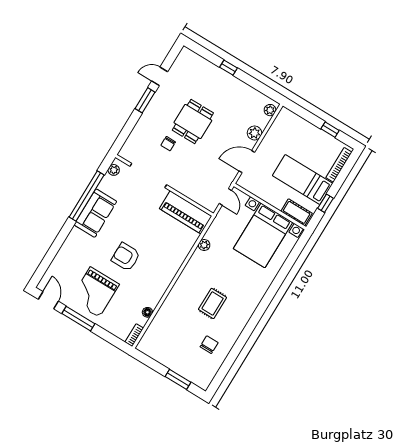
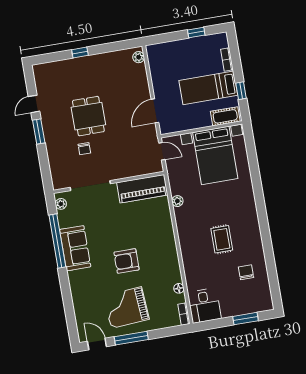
plant: (254, 133) -> (142, 84), removed
bookcase: (339, 165) -> (227, 60), width x0.64
grand piano: (95, 292) -> (126, 308), turned 86
desk: (155, 342) -> (204, 306), added

